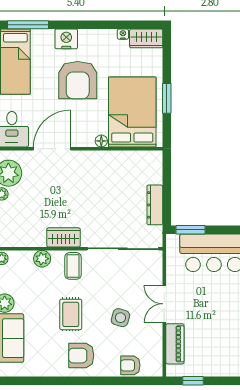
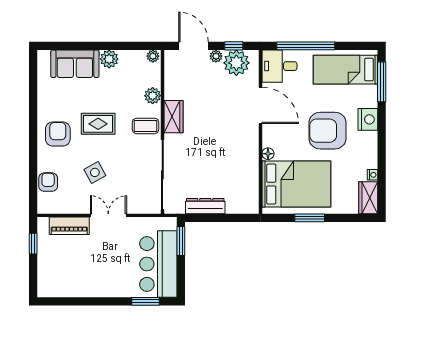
side table: (120, 318) -> (95, 172), turned 45

